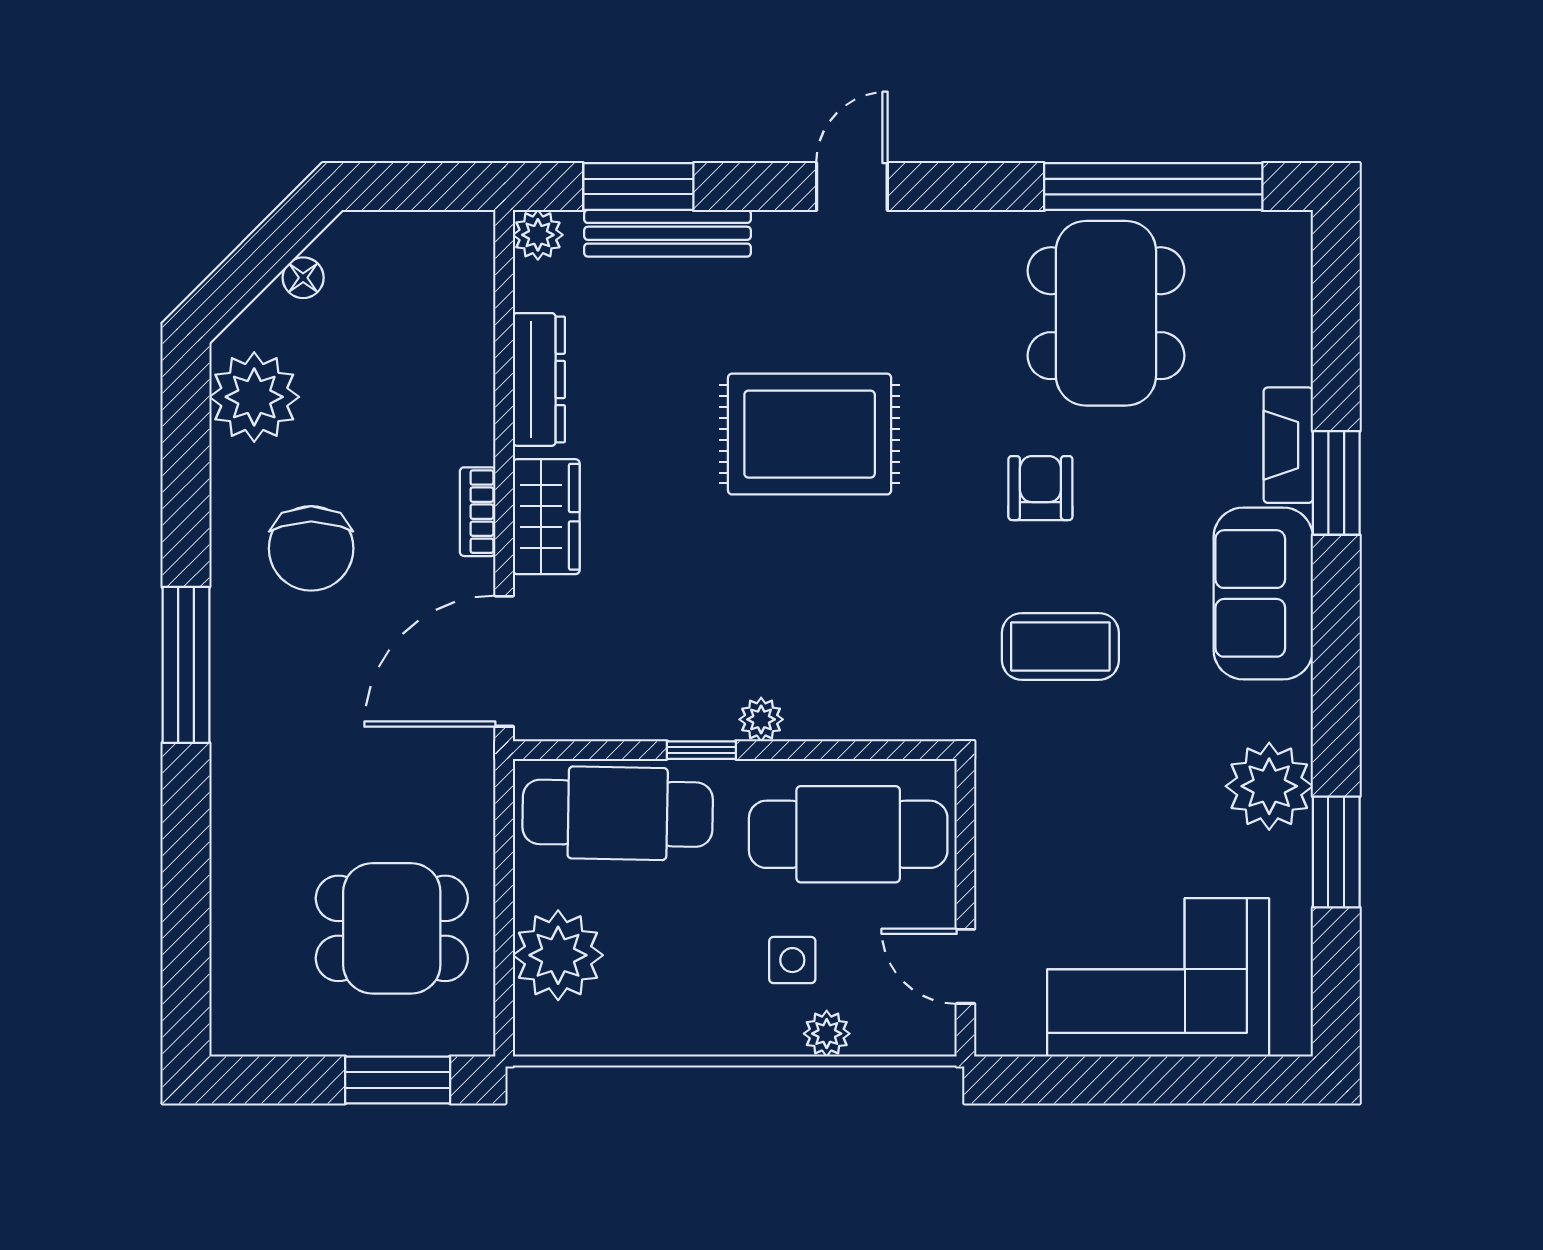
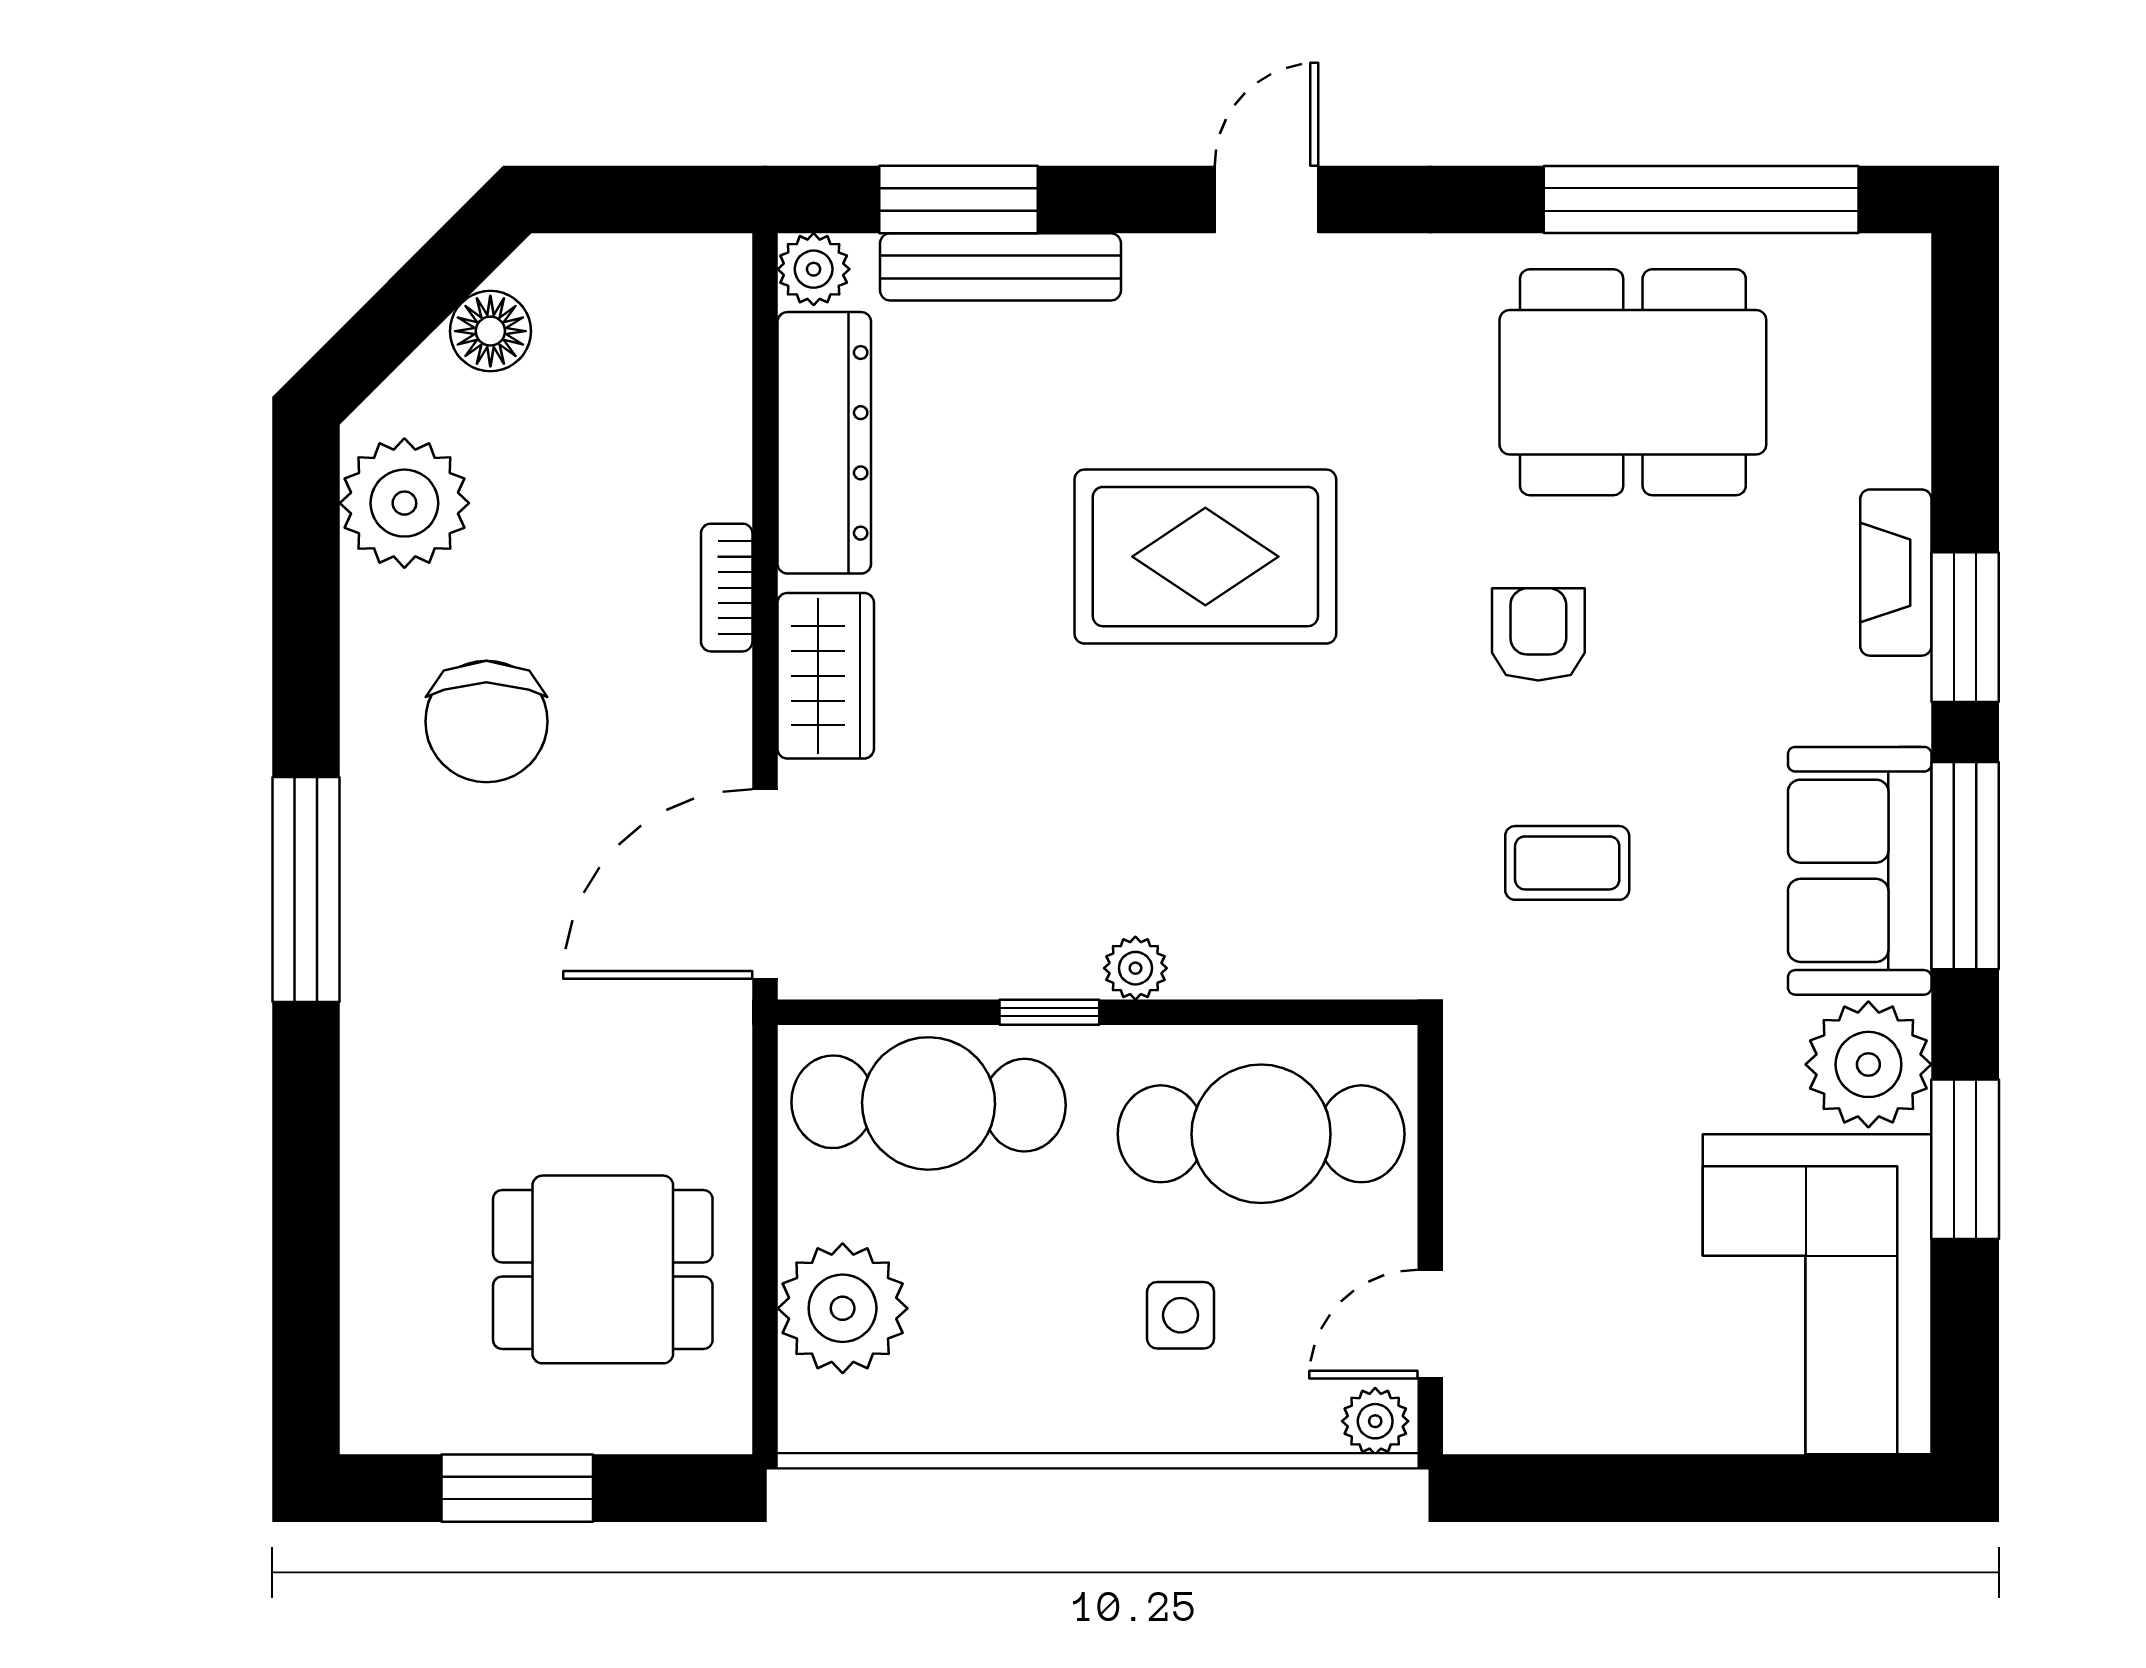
floor lamp: (303, 278) -> (490, 331), width x1.37, depth x1.37
dining table: (1106, 313) -> (1633, 382), turned 90
dresser: (539, 379) -> (824, 443), width x1.37, depth x1.24
bookcase: (478, 512) -> (727, 588), moved
sofa: (1263, 593) -> (1860, 871), moved
coffee table: (1060, 646) -> (1567, 863), width x0.73, depth x0.77
window: (1336, 648) -> (1965, 866), added
door: (965, 966) -> (1430, 1324), hinge flipped
corner sofa: (1158, 977) -> (1817, 1294), moved, turned -90
plant: (827, 1034) -> (1375, 1421), moved
window: (398, 1080) -> (517, 1488), moved

